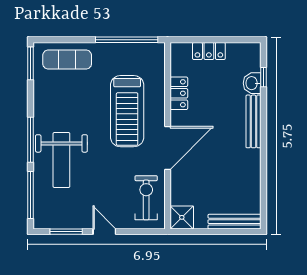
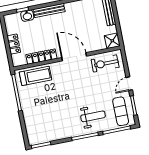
exercise mat: (67, 60) -> (121, 111), moved
locker: (179, 93) -> (41, 57), width x1.53
treadmill: (127, 111) -> (36, 76), moved, width x0.73, depth x0.73
weight bench: (61, 160) -> (93, 116), width x0.73, depth x0.75

